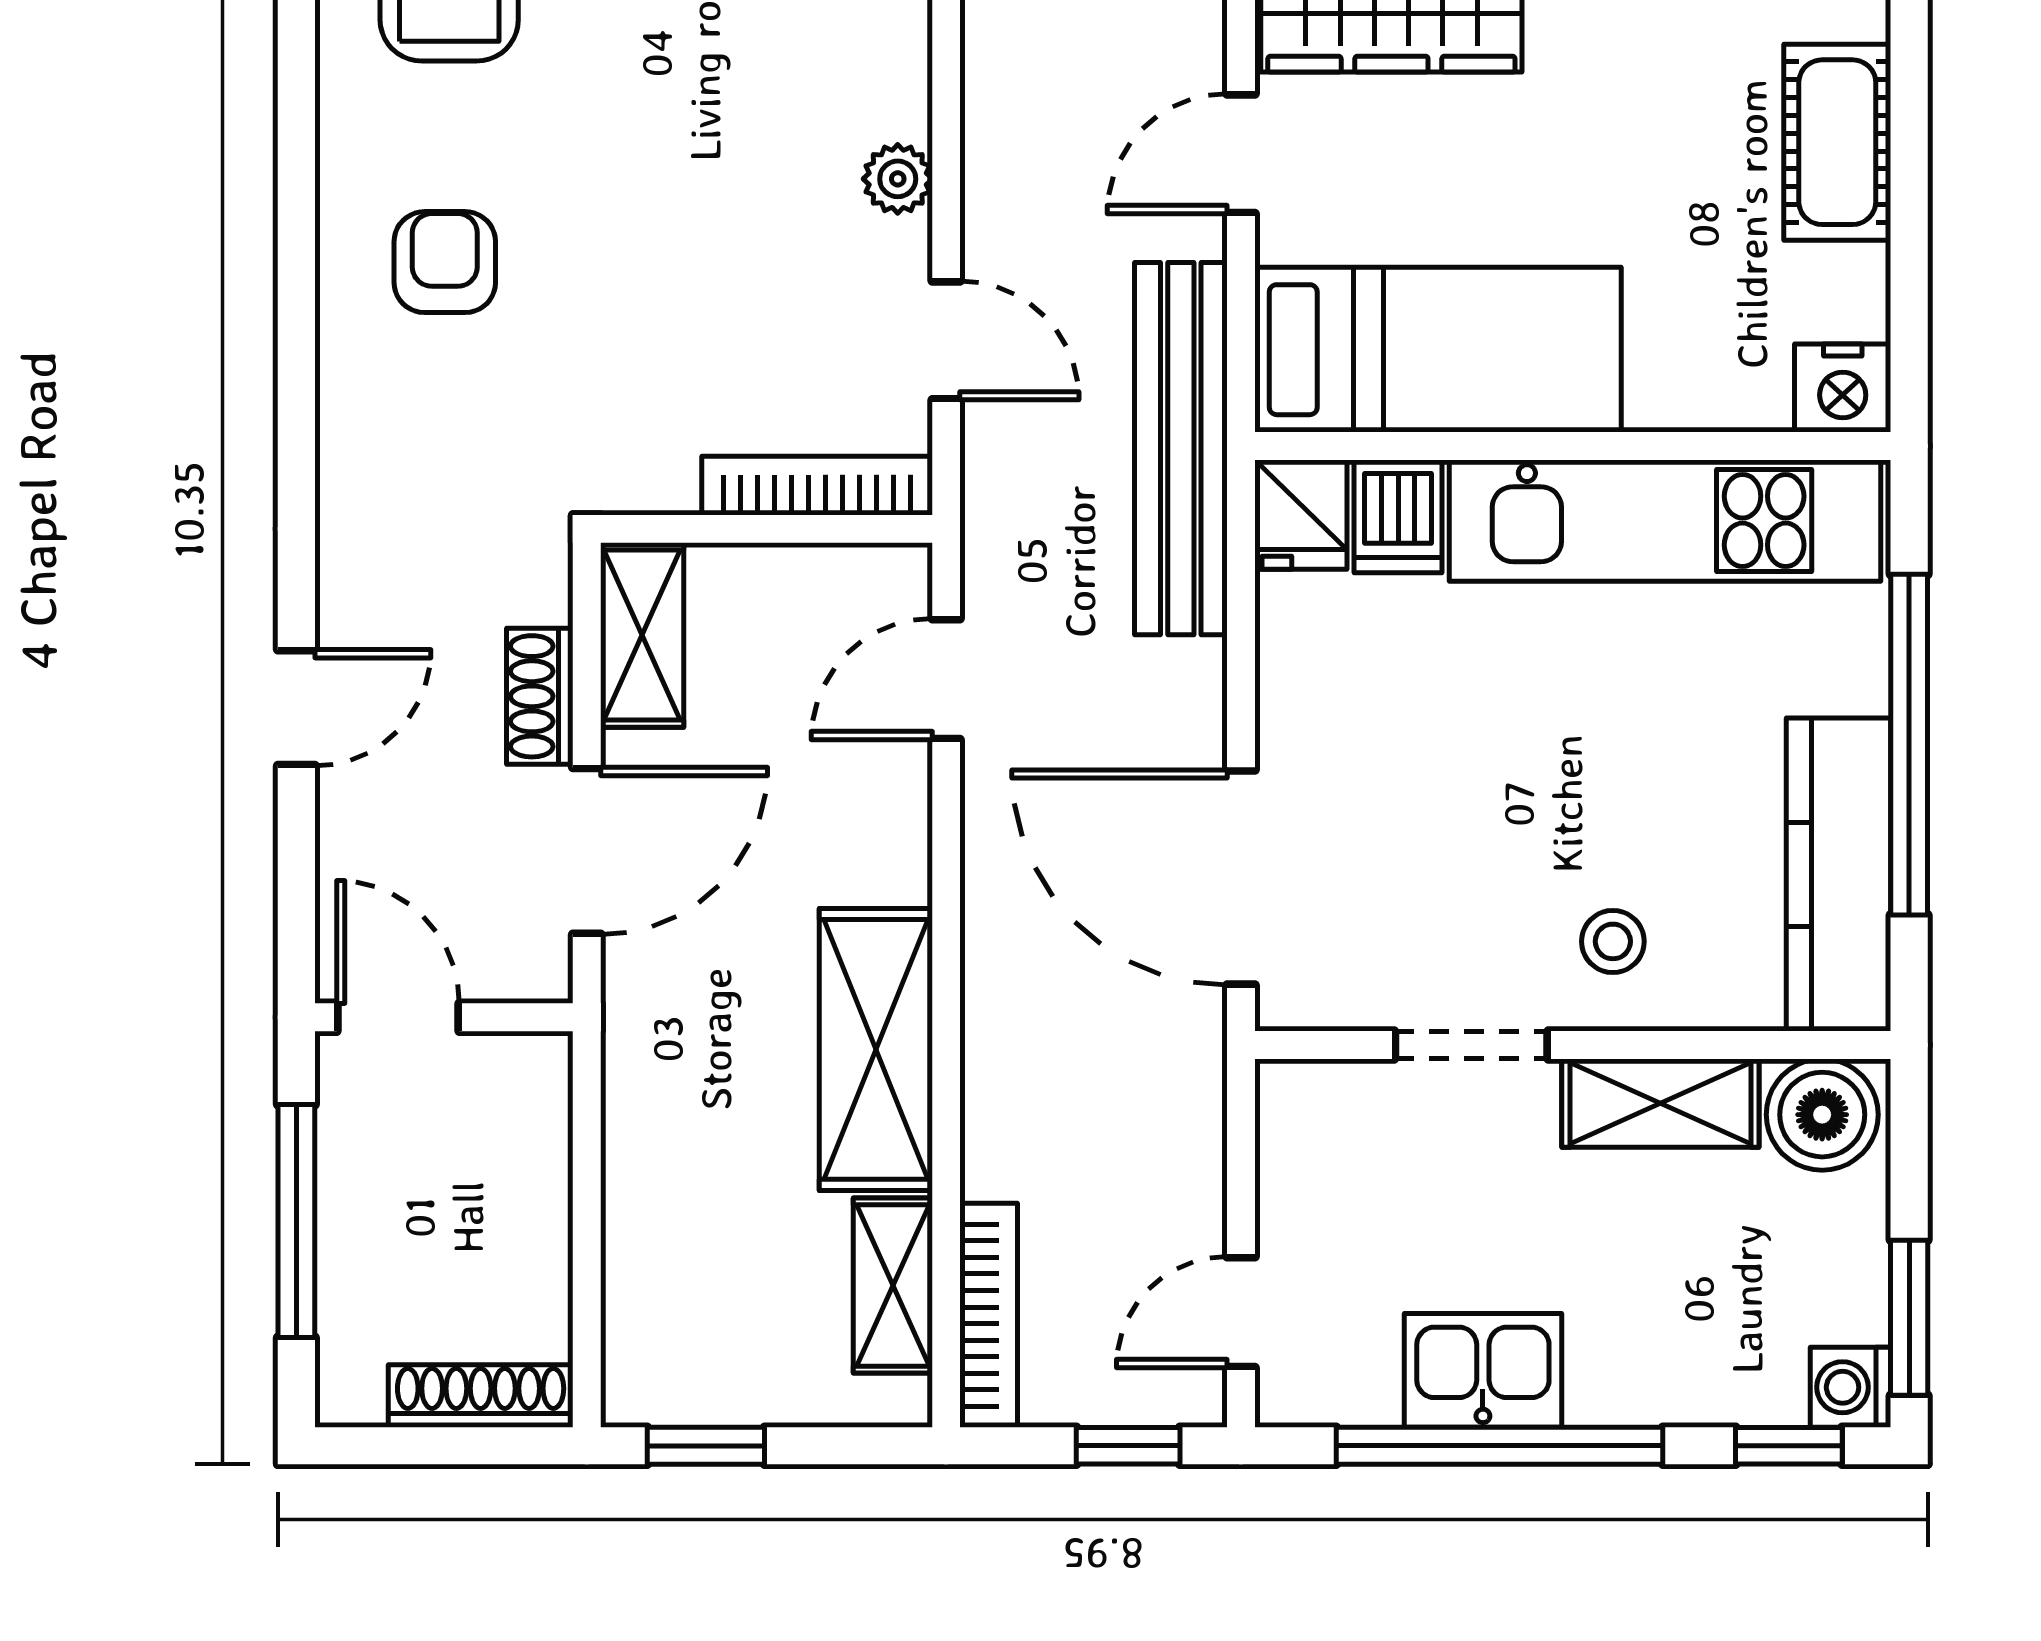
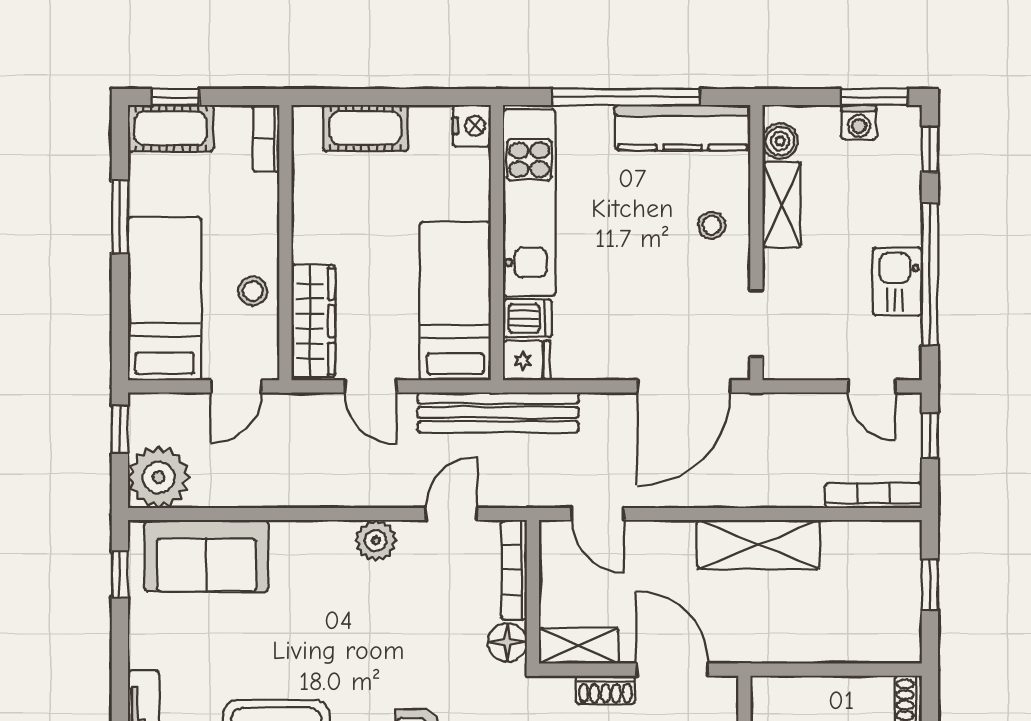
plant: (898, 179) -> (376, 541), width x1.38, depth x1.38
floor lamp: (650, 470) -> (507, 642), added
doorway: (1471, 1045) -> (756, 324), moved
boiler: (1822, 1115) -> (780, 141), width x0.73, depth x0.73
shelving: (893, 1286) -> (861, 537), removed
washing machine: (1851, 1387) -> (859, 122), moved
window: (706, 1446) -> (930, 585), moved

